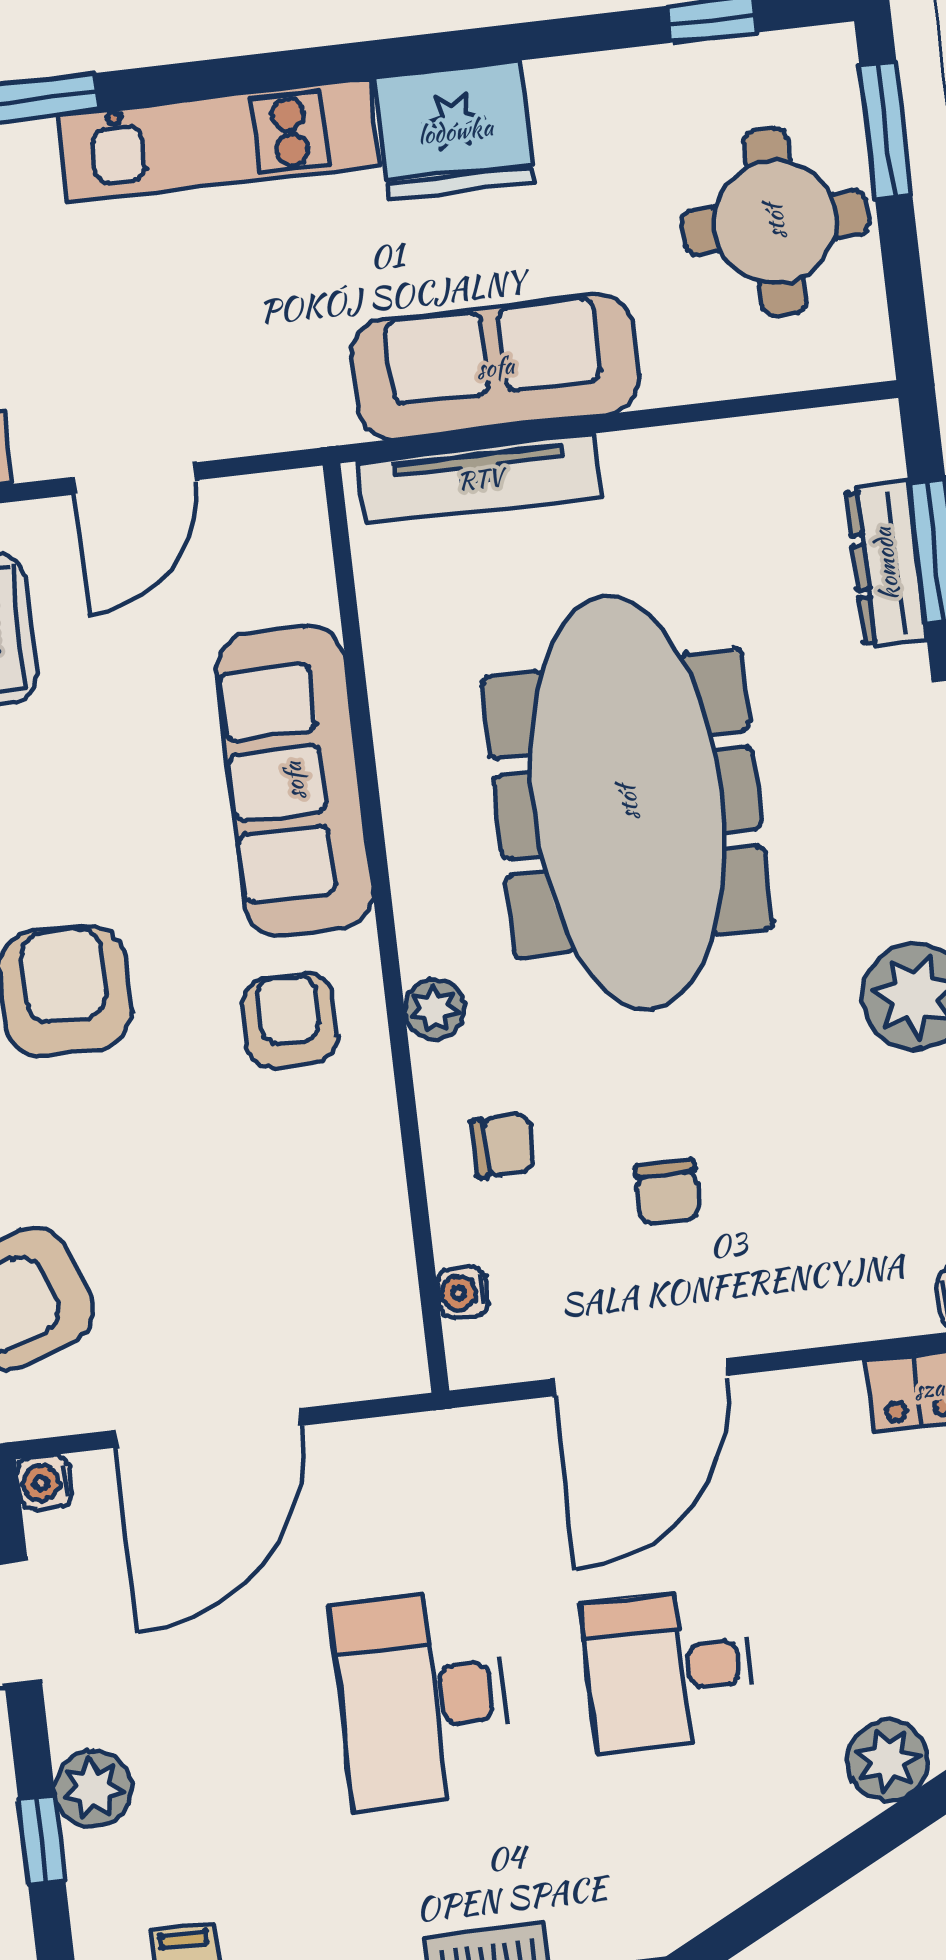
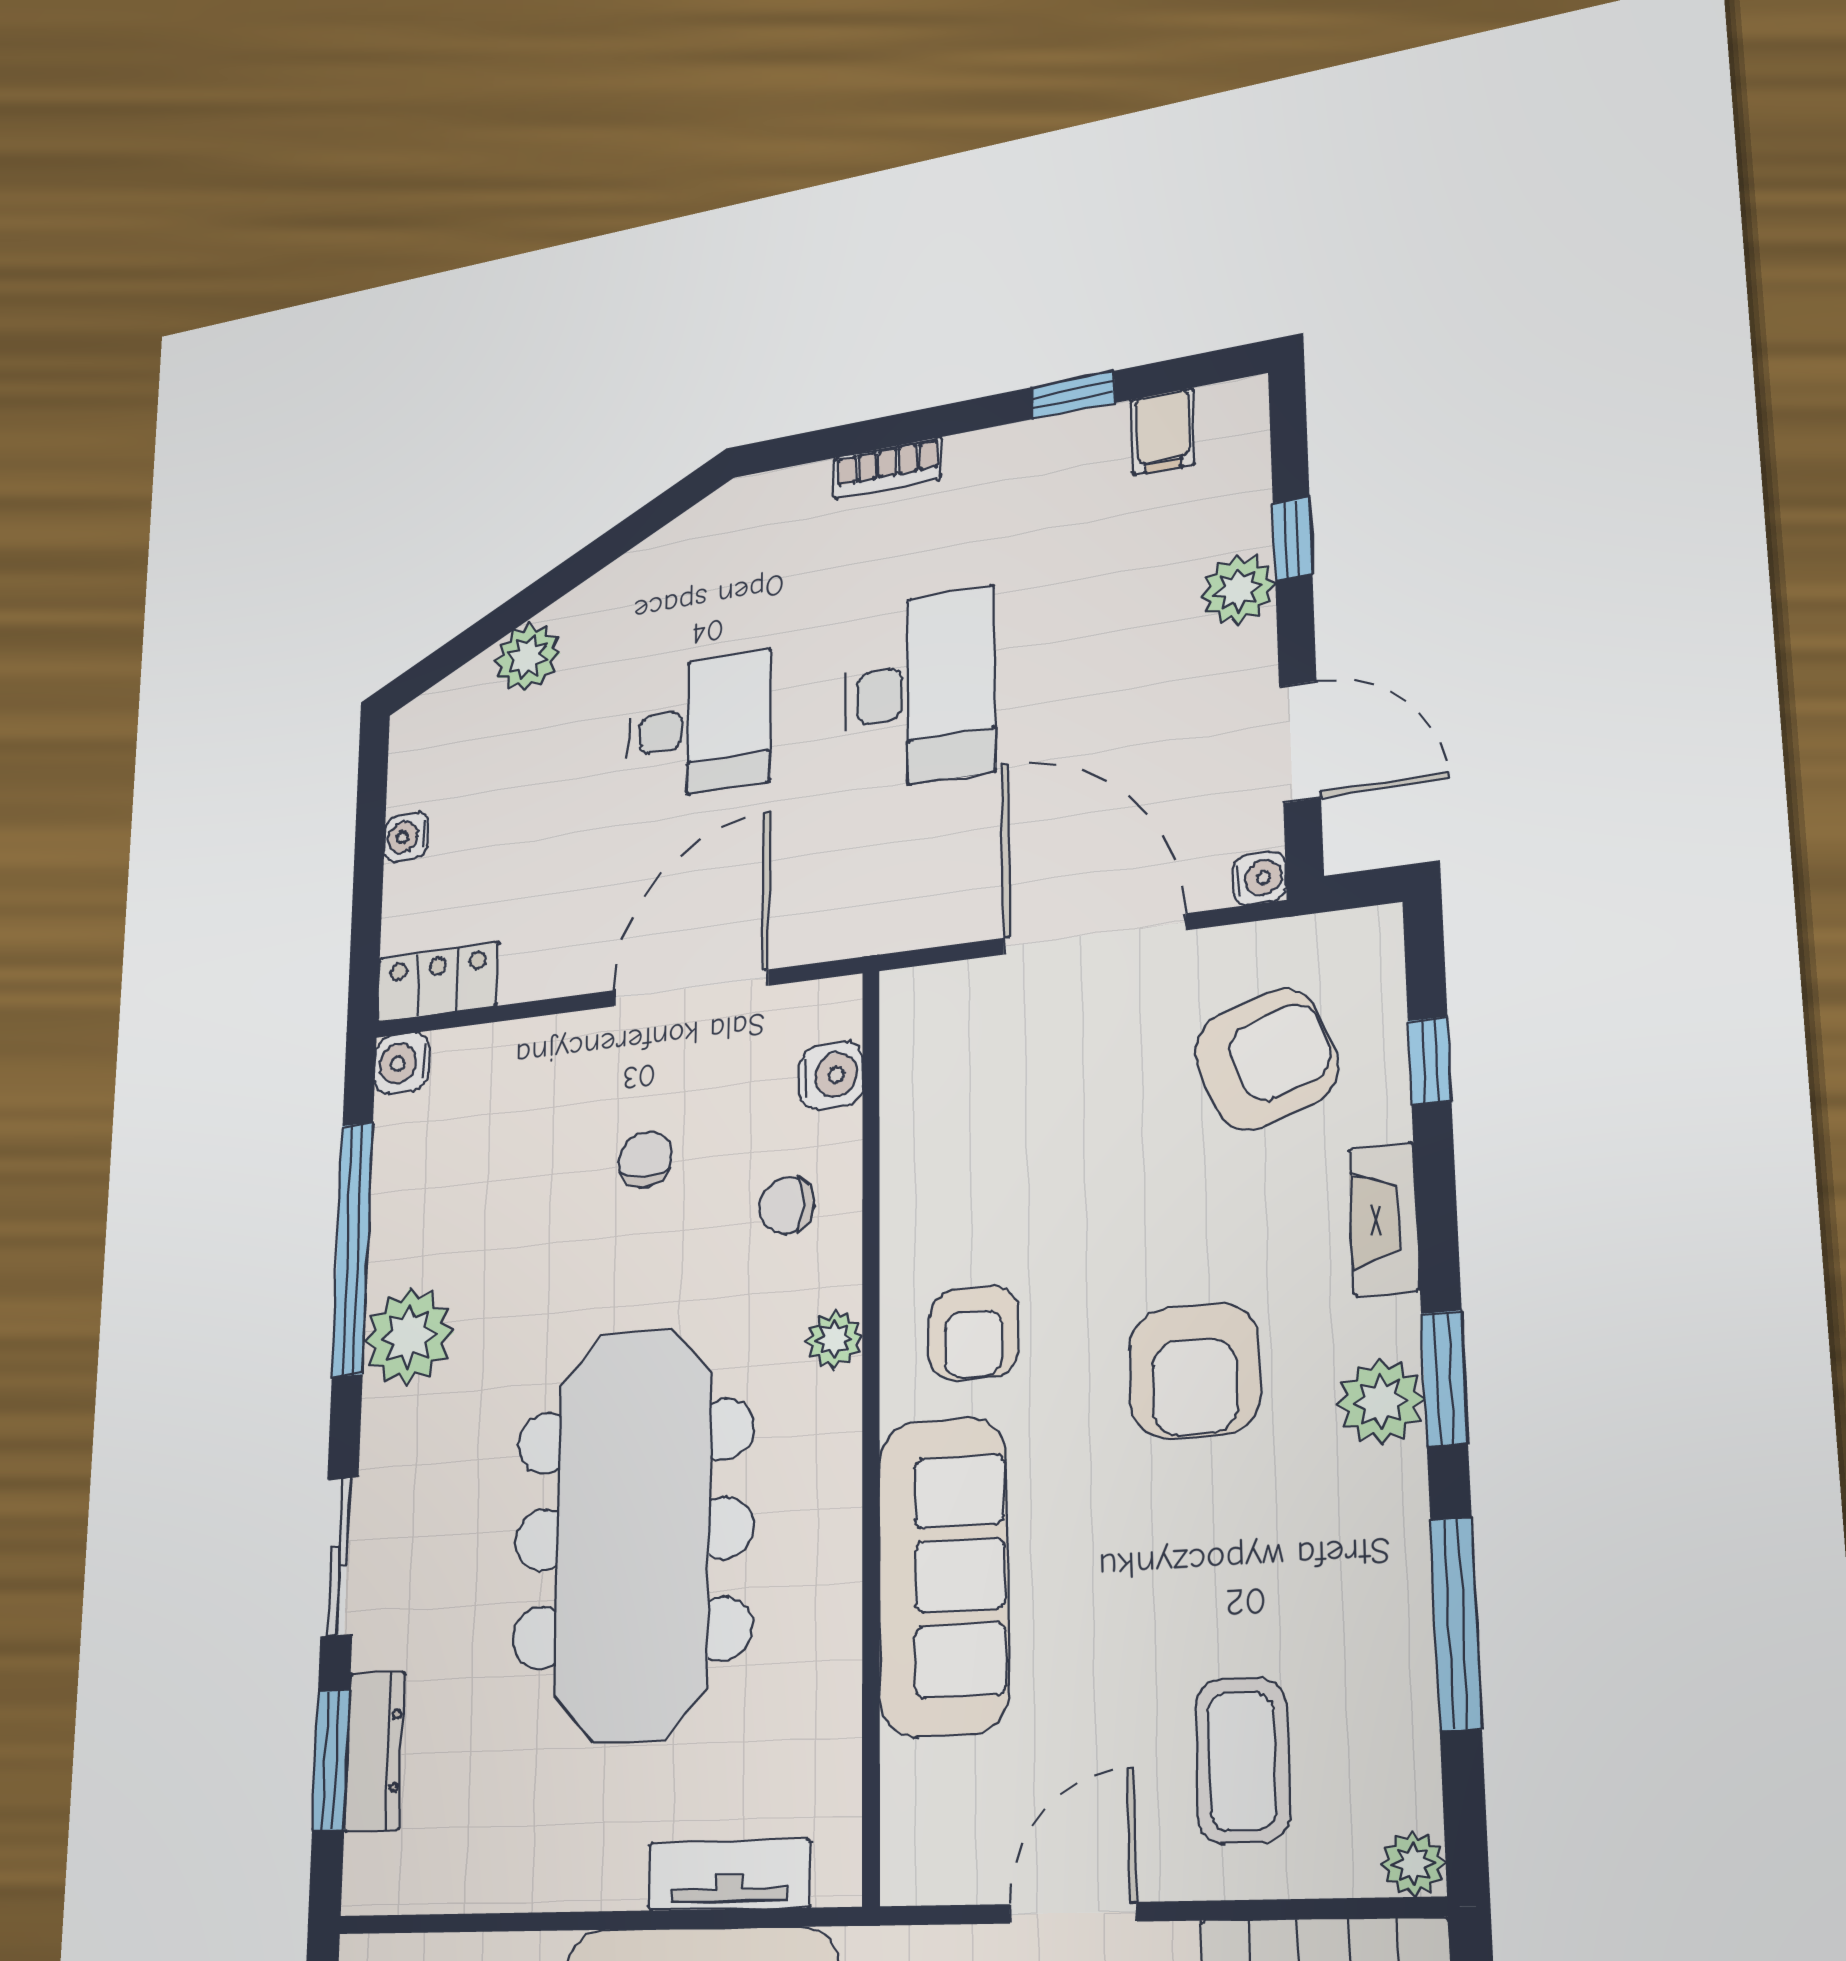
tv unit: (480, 479) -> (729, 1875), width x0.71
water cooler: (463, 1293) -> (831, 1075), width x1.38, depth x1.38
door: (208, 1428) -> (1094, 934), hinge flipped

